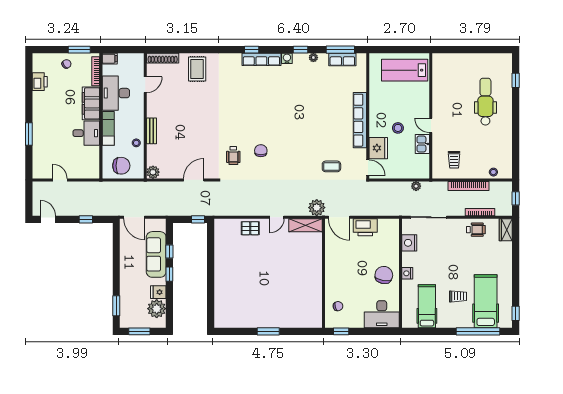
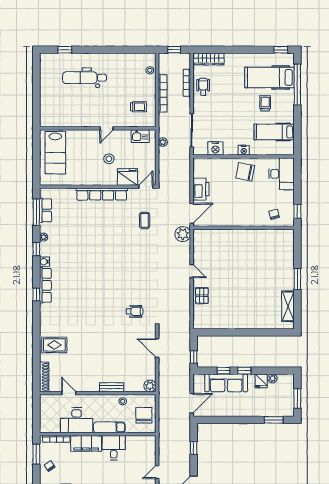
filing cabinet: (110, 59) -> (45, 426), removed
kitchen sink: (422, 144) -> (140, 136), moved
chair: (261, 151) -> (130, 286), removed
window: (198, 219) -> (194, 357), moved
shelving: (306, 225) -> (288, 306), moved
wardrobe: (506, 230) -> (208, 59), width x1.50
plant: (157, 309) -> (272, 378), width x0.53, depth x0.53

